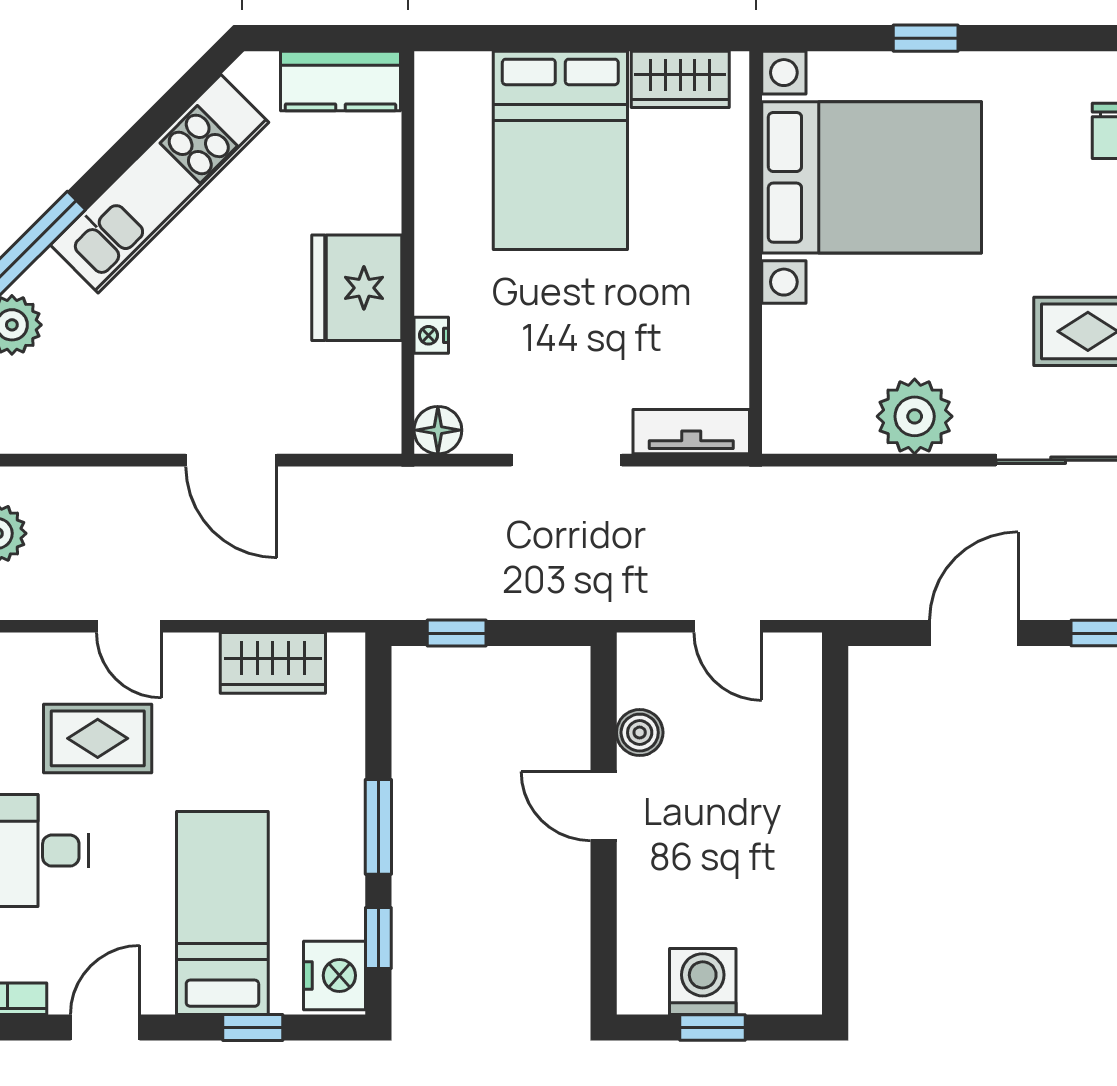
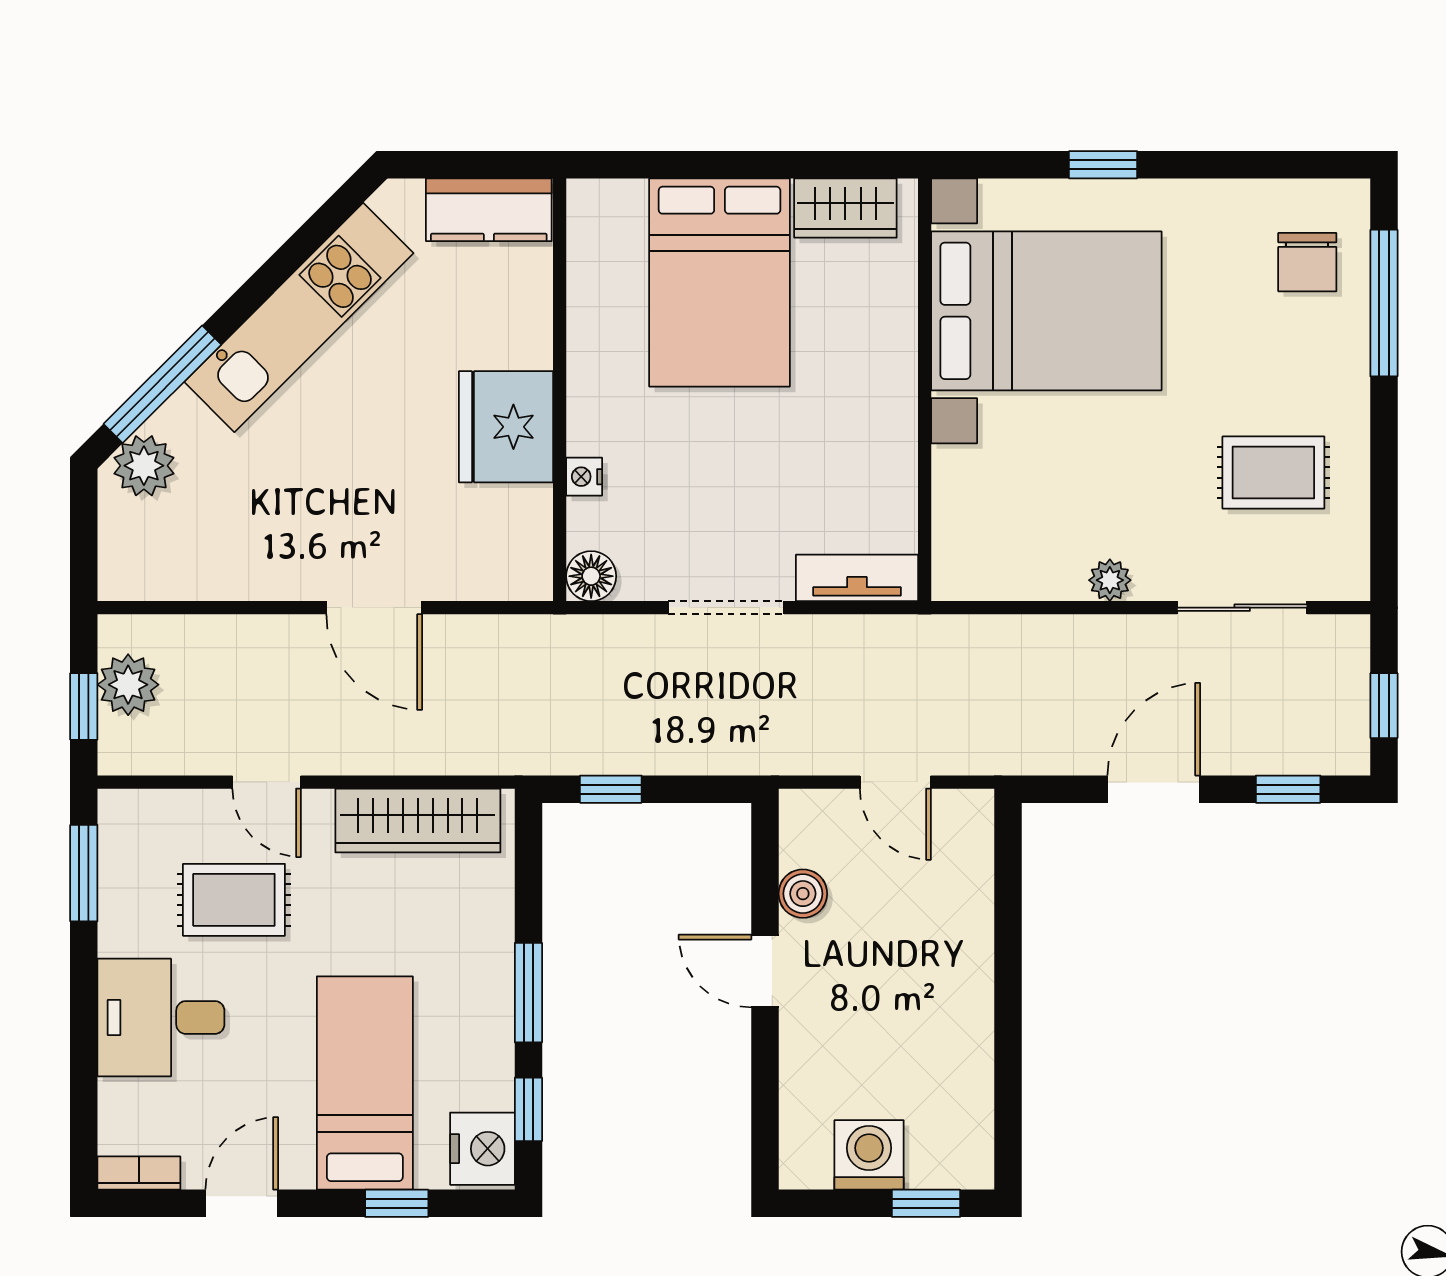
plant: (915, 416) -> (1110, 580), width x0.53, depth x0.53
wardrobe: (273, 663) -> (418, 821), width x1.50
window: (712, 1028) -> (926, 1203), moved

